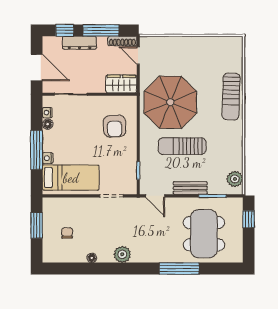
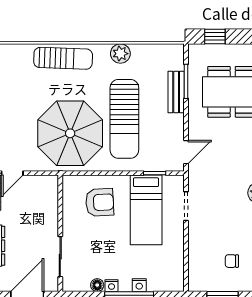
wardrobe: (121, 84) -> (47, 194), removed
nightstand: (47, 113) -> (112, 286), moved
sun lounger: (182, 146) -> (124, 119), width x1.36, depth x1.34
bed: (71, 178) -> (146, 210), moved, turned 180
plant: (235, 179) -> (120, 54), moved
bench: (190, 188) -> (176, 92), moved

